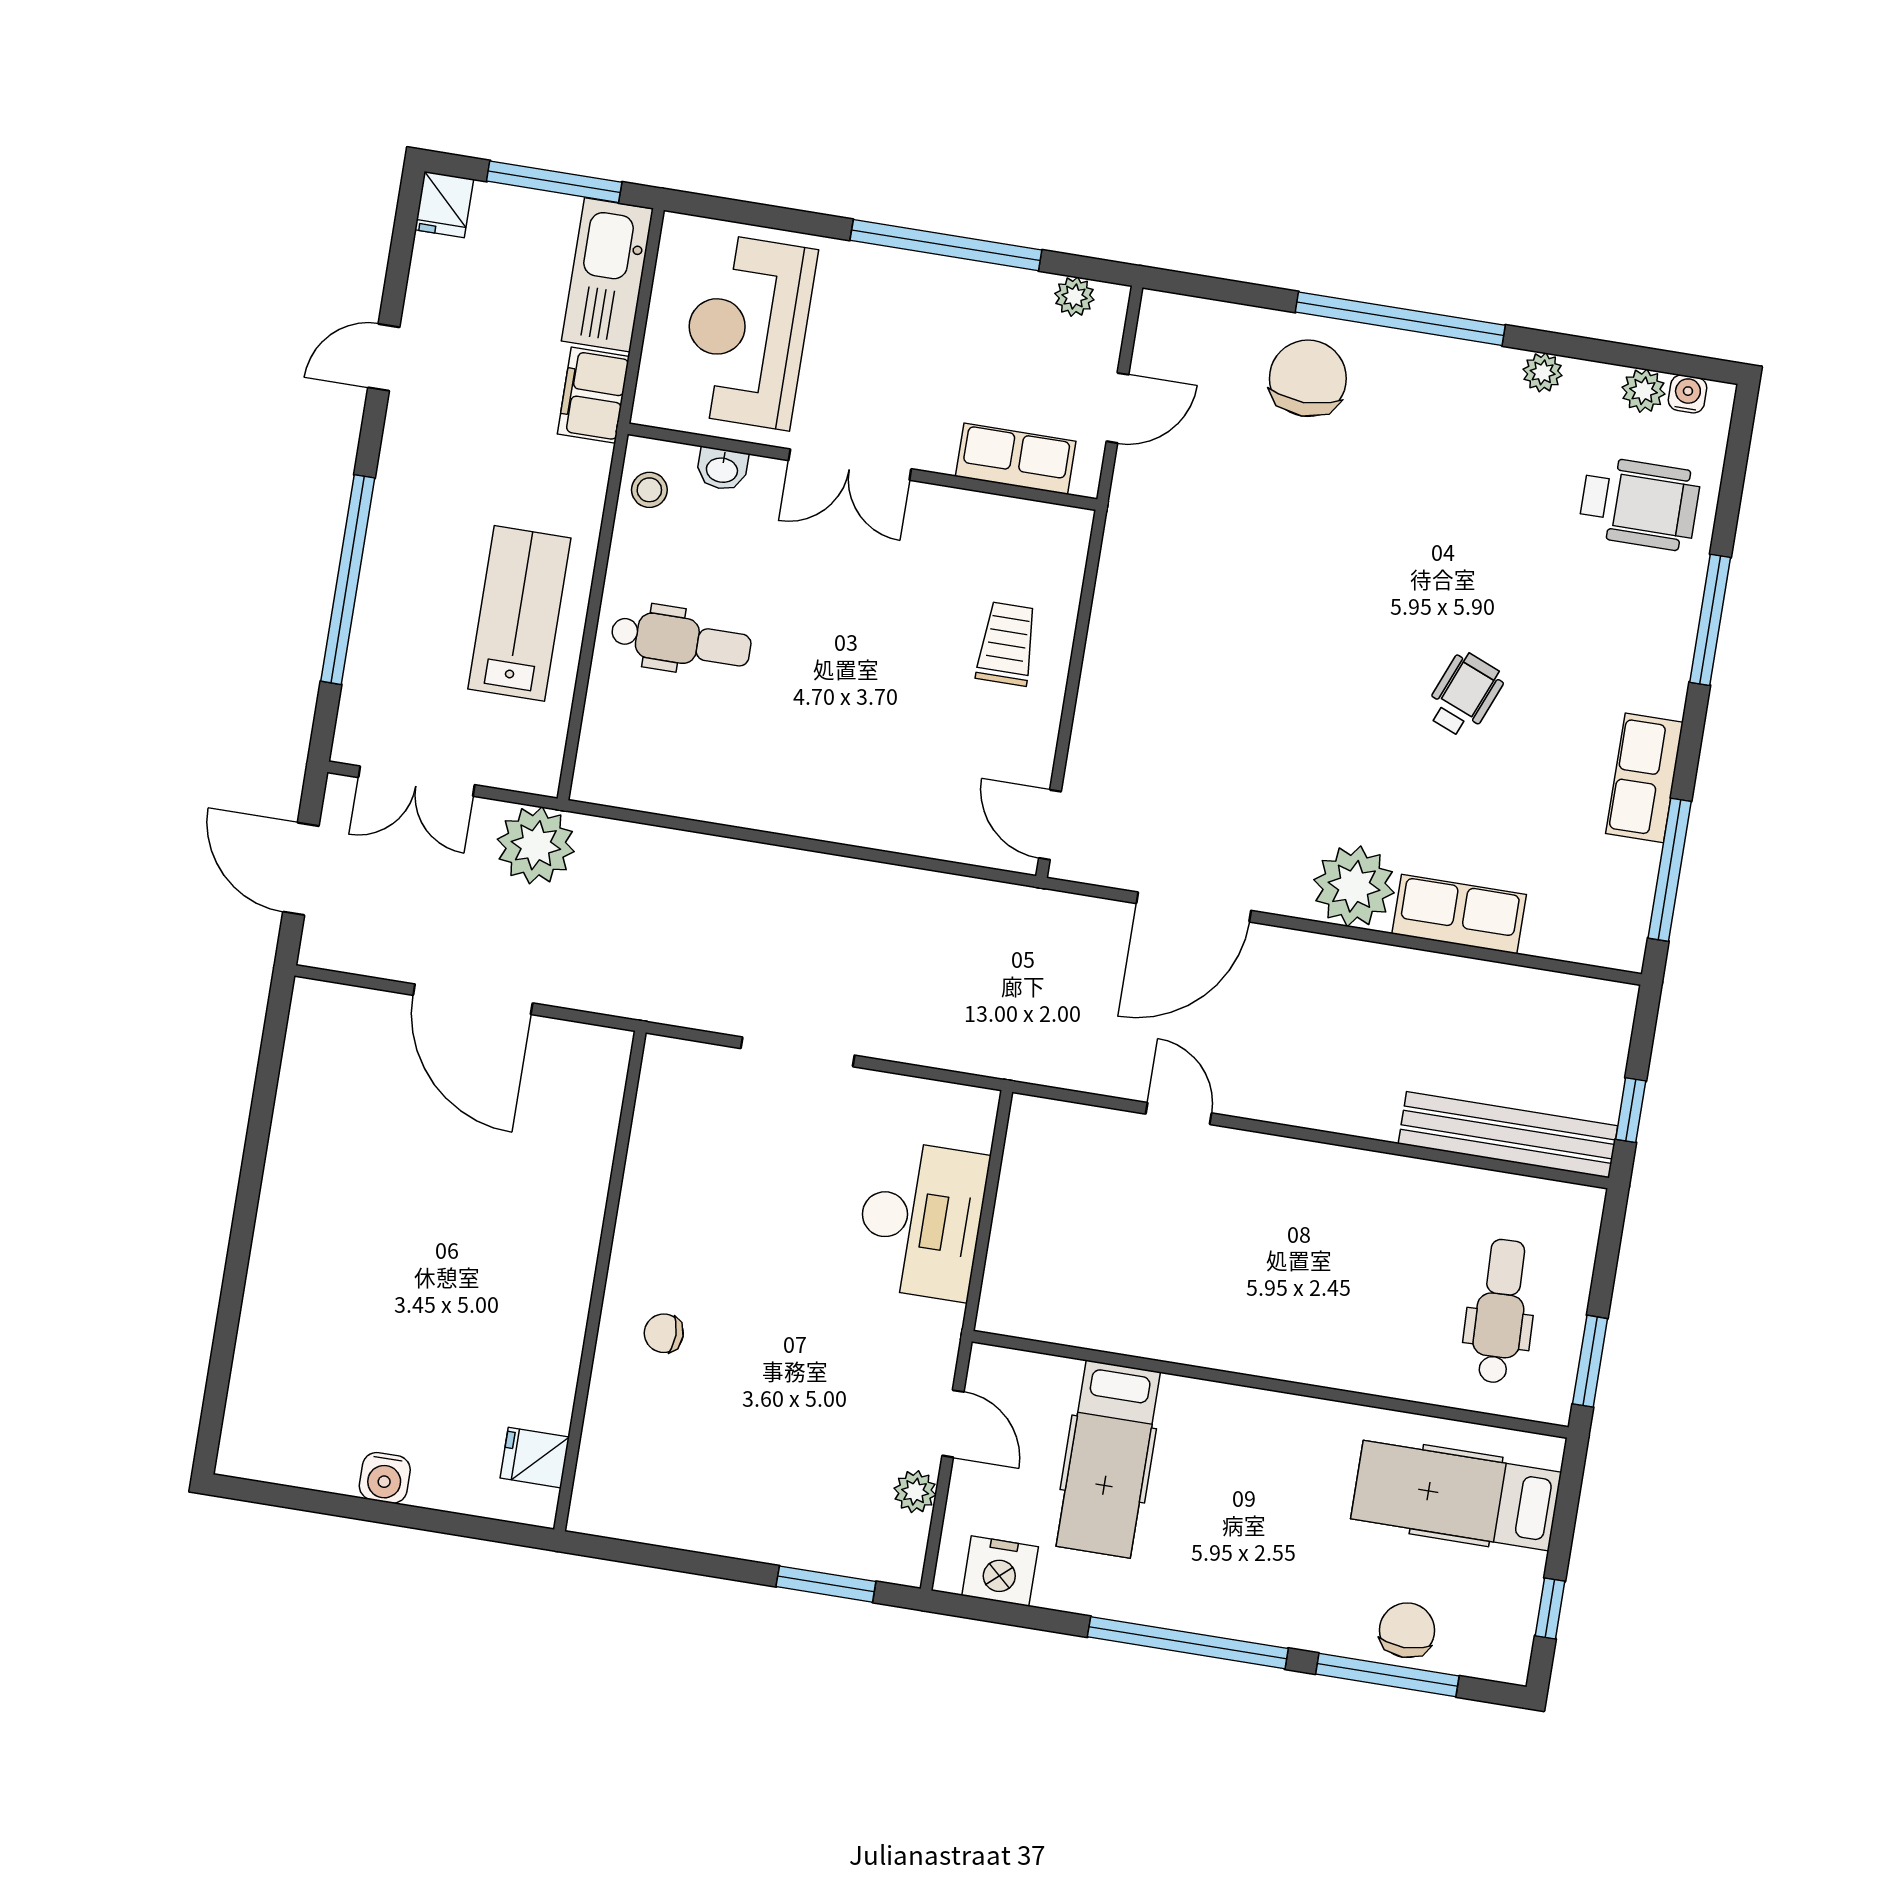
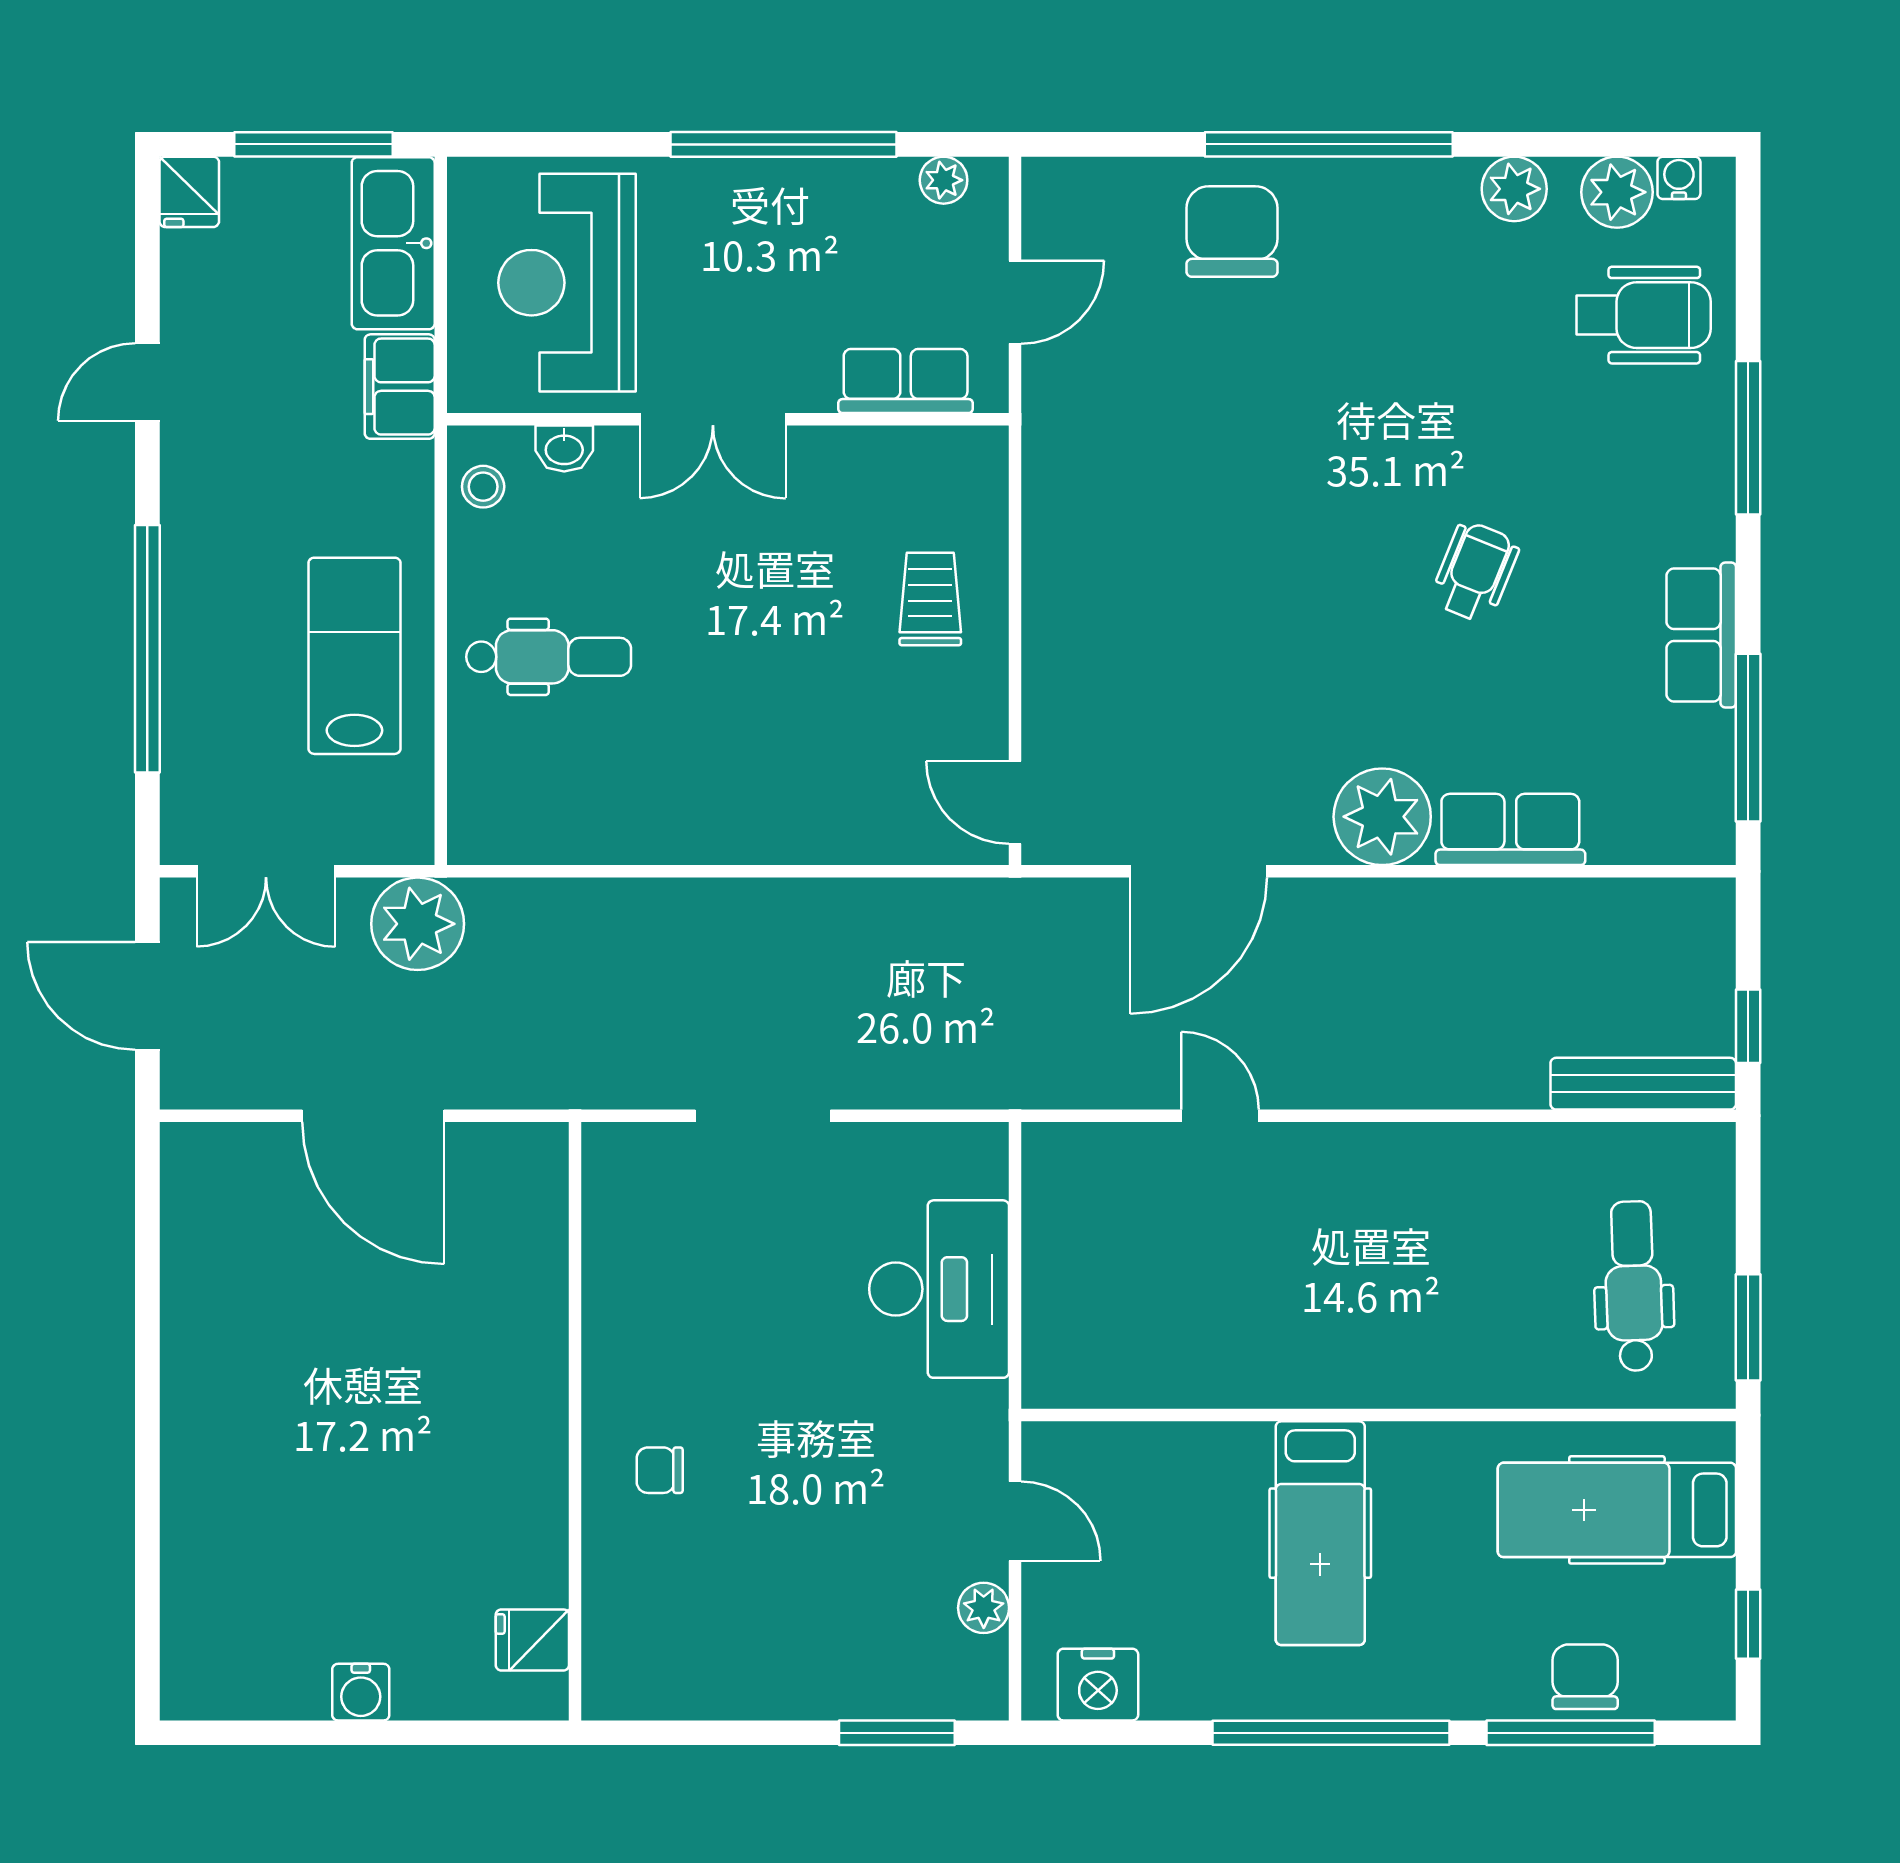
plant: (1543, 372) -> (1514, 189), width x1.38, depth x1.38
plant: (1643, 391) -> (1617, 192), width x1.38, depth x1.38
bench: (1508, 1135) -> (1643, 1084), width x0.73, depth x0.82
hospital bed: (1108, 1459) -> (1320, 1533), moved

